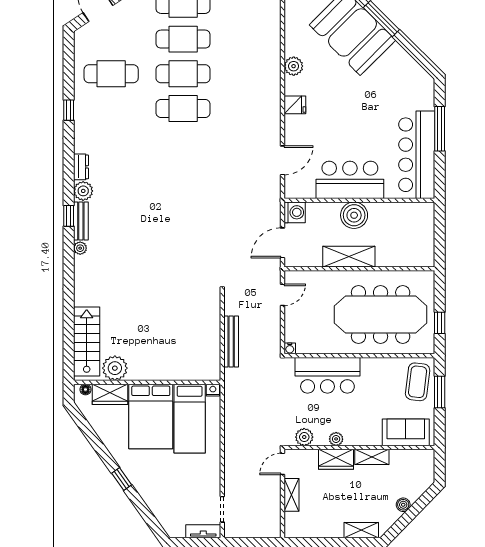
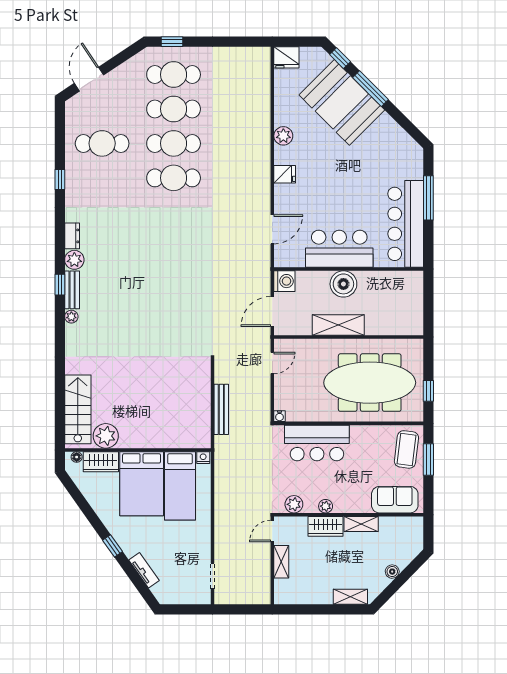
tv unit: (203, 531) -> (144, 570), moved, turned 55

